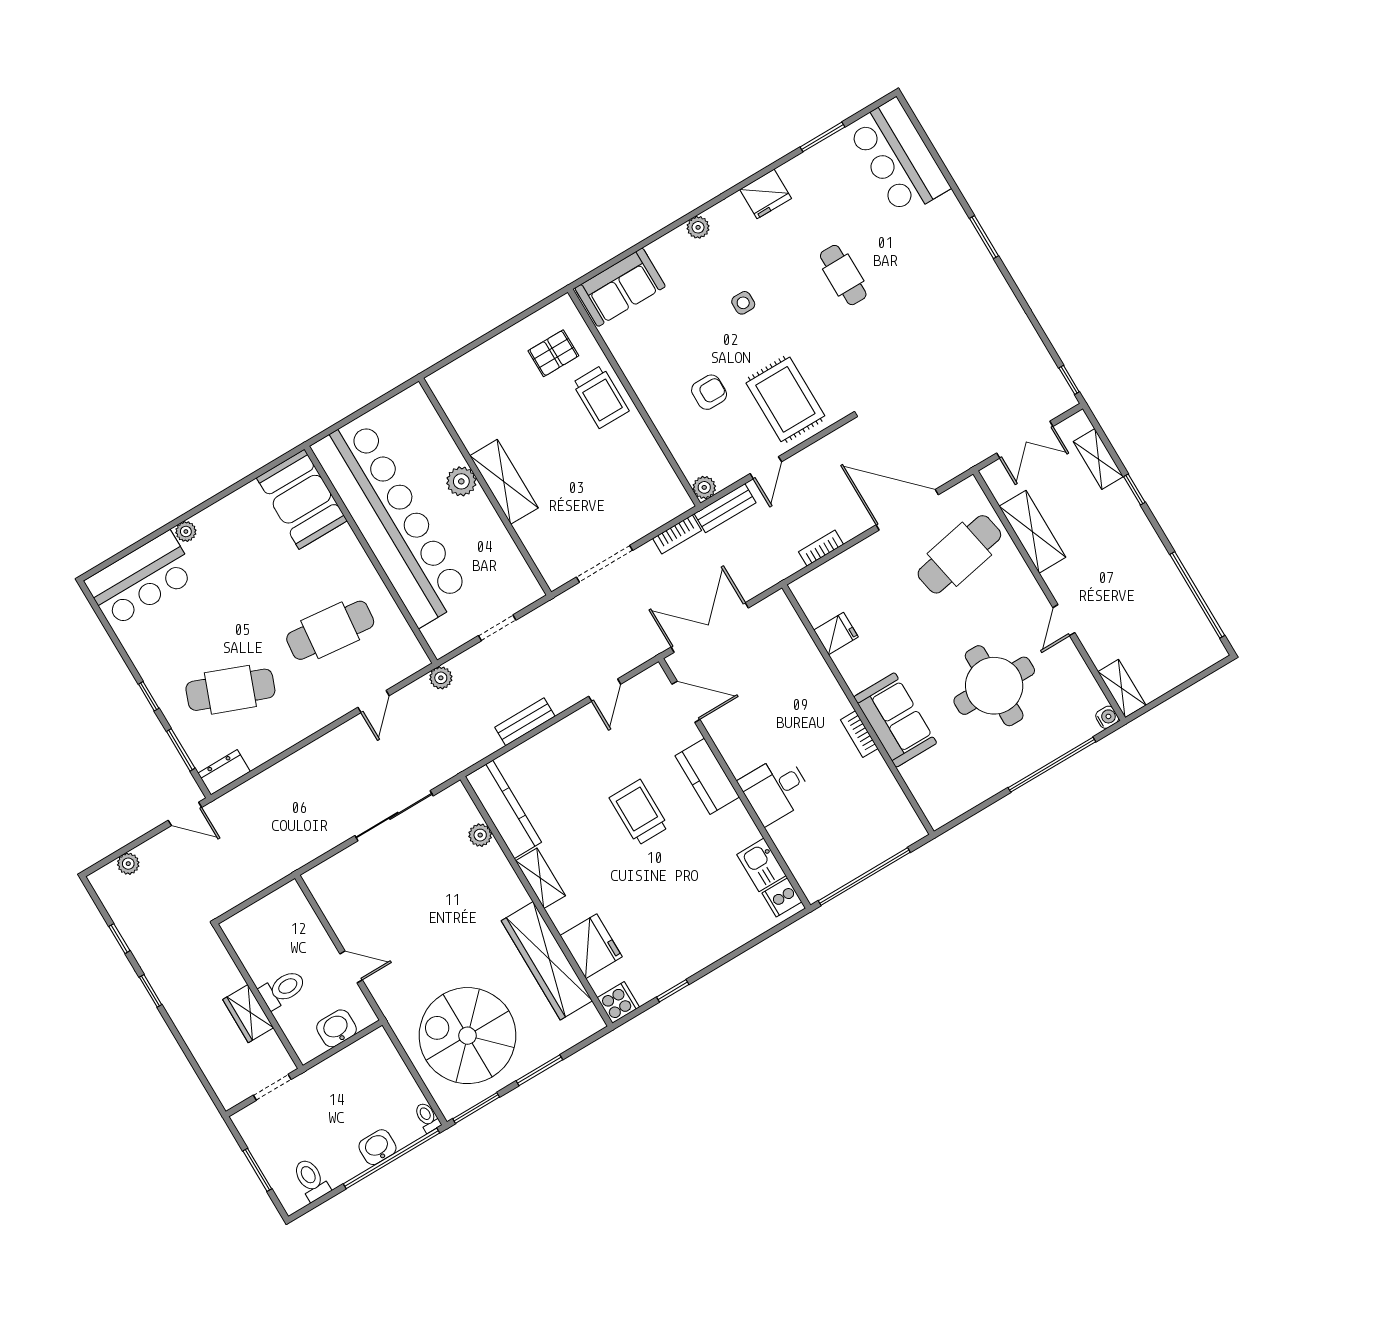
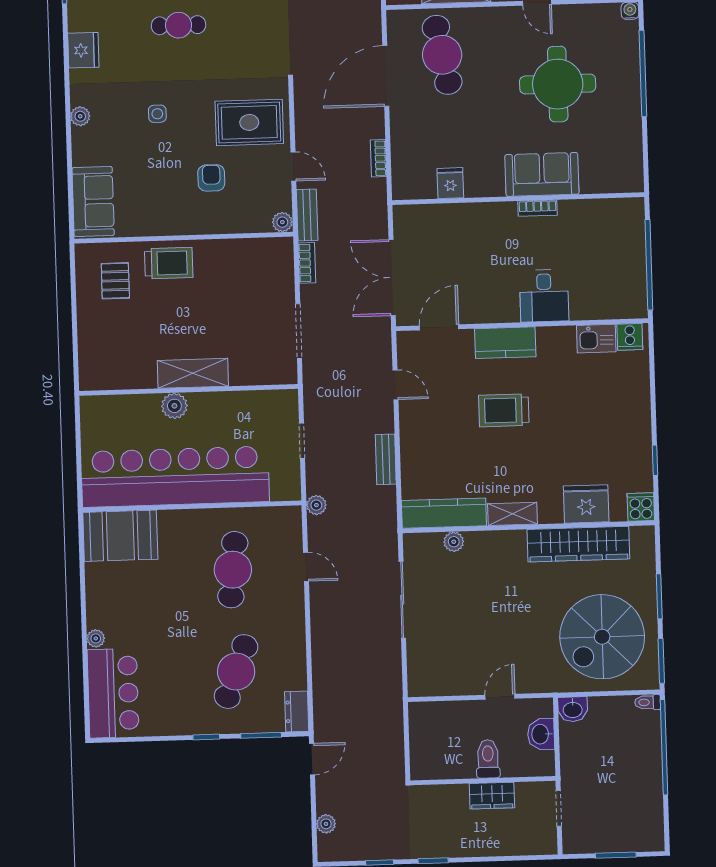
washbasin: (377, 1147) -> (573, 709), moved, turned -90
toilet: (311, 1180) -> (646, 818), removed

